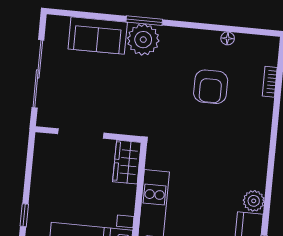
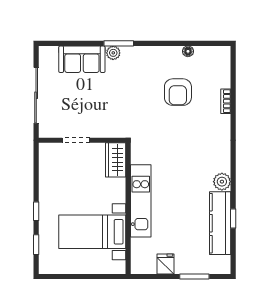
plant: (143, 40) -> (113, 53), width x0.53, depth x0.53
bookcase: (270, 82) -> (226, 101), moved
doorway: (81, 133) -> (76, 140), width x0.73

